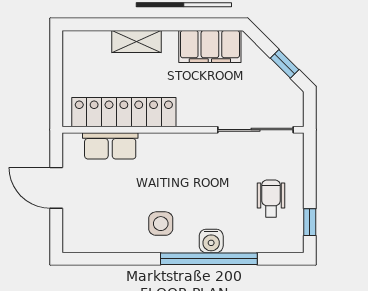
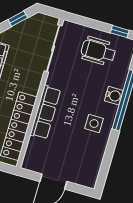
row of seats: (110, 146) -> (45, 112), moved, width x1.48
wheelchair: (271, 198) -> (98, 51), width x1.36, depth x1.37

